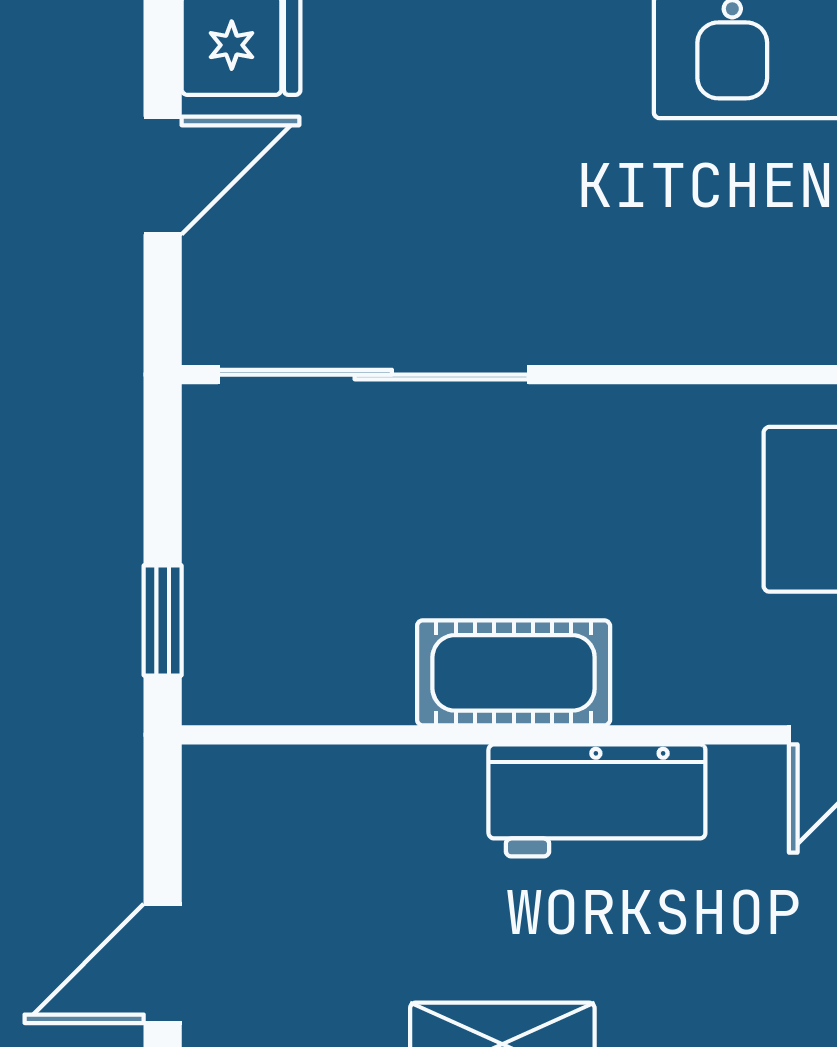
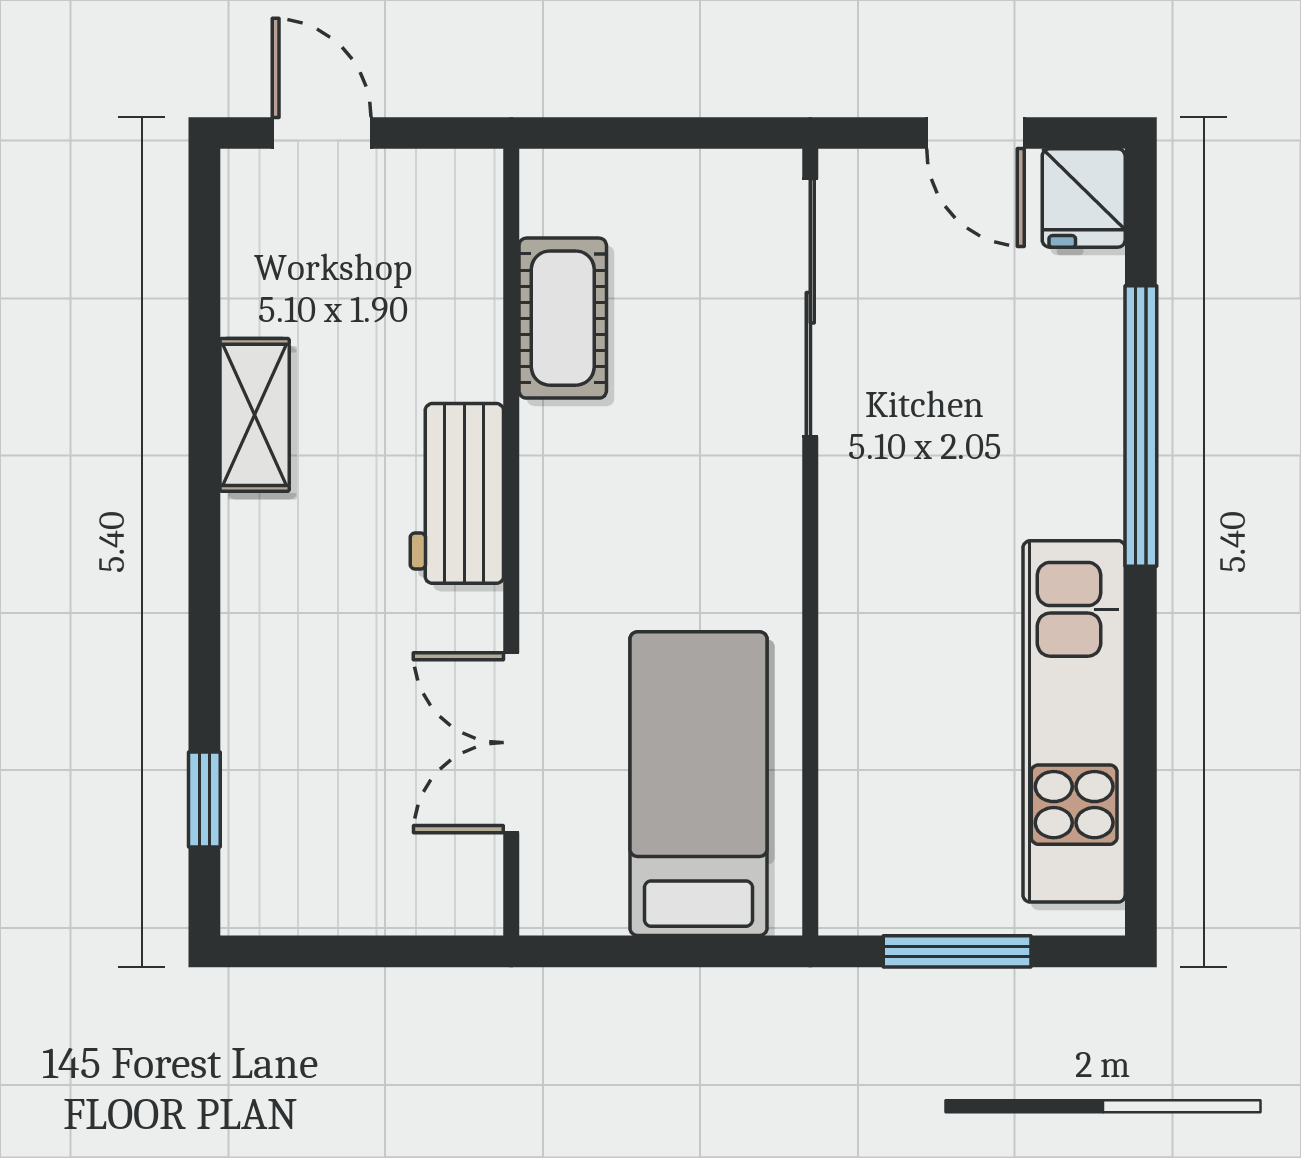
window: (163, 620) -> (606, 133), removed
cot: (514, 673) -> (563, 318), moved

